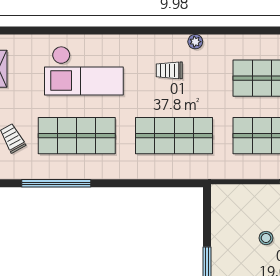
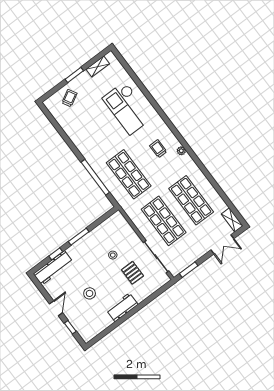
shop shelf: (77, 136) -> (94, 128), removed
window: (56, 183) -> (95, 177), moved

